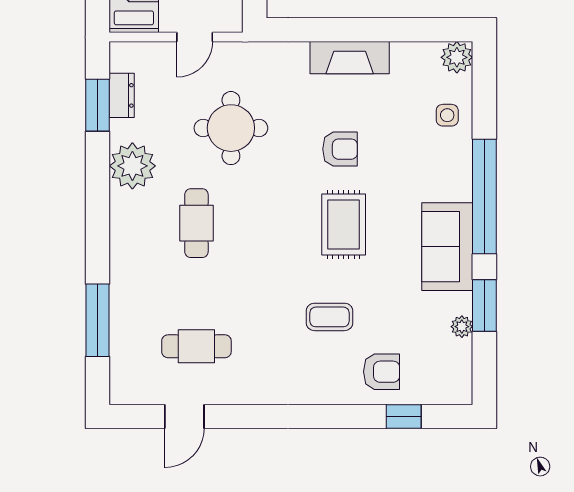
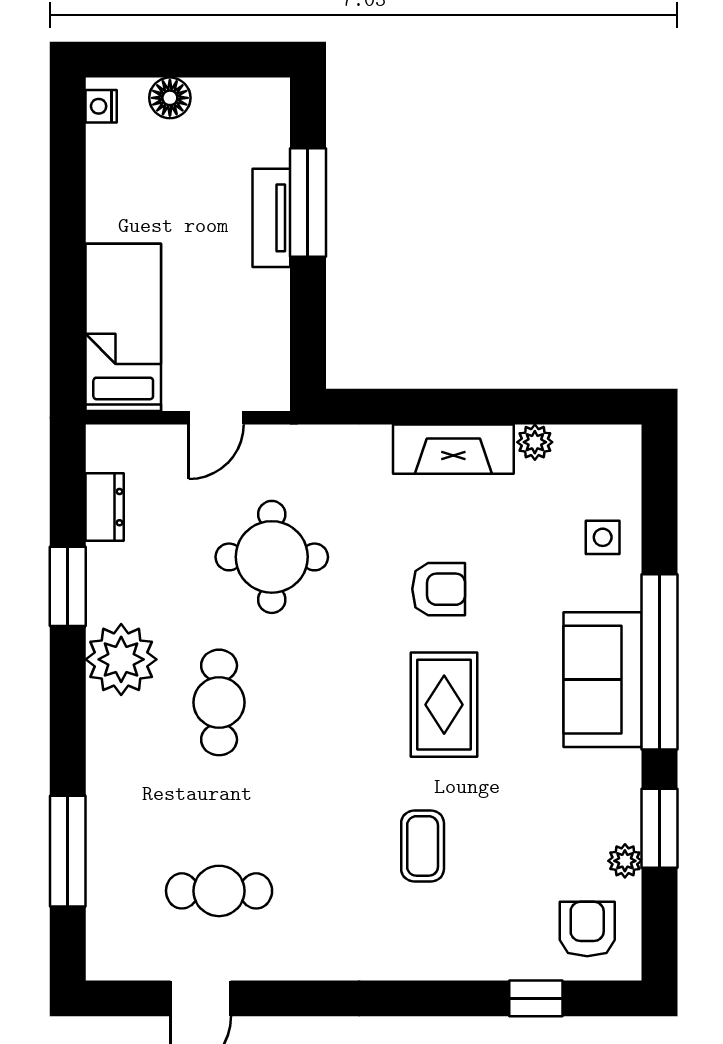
plant: (457, 57) -> (535, 442), moved, width x0.73, depth x0.73
window: (98, 105) -> (68, 586), moved
plant: (132, 166) -> (121, 659), moved
sofa: (447, 247) -> (603, 680), moved
coffee table: (329, 317) -> (423, 846), turned 90
armchair: (382, 372) -> (587, 929), moved, turned -90

